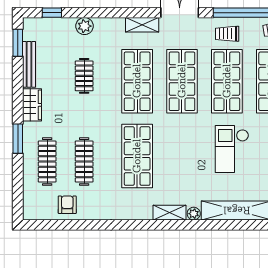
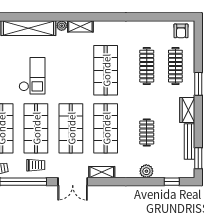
armchair: (67, 205) -> (181, 31), moved

